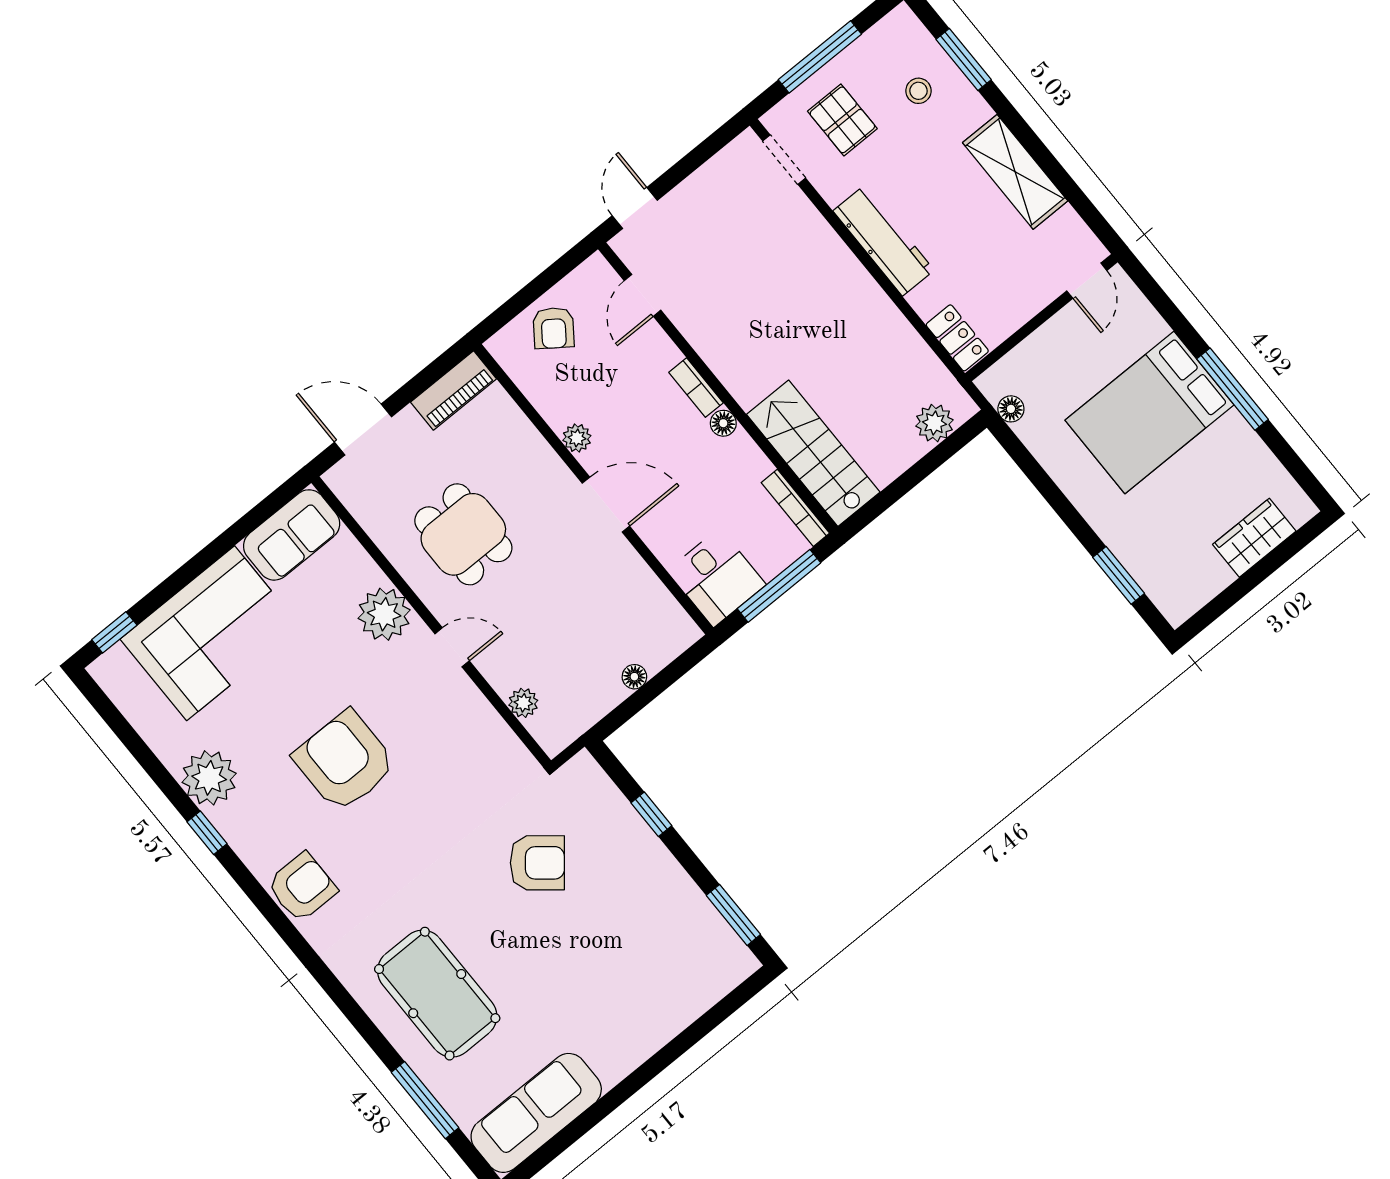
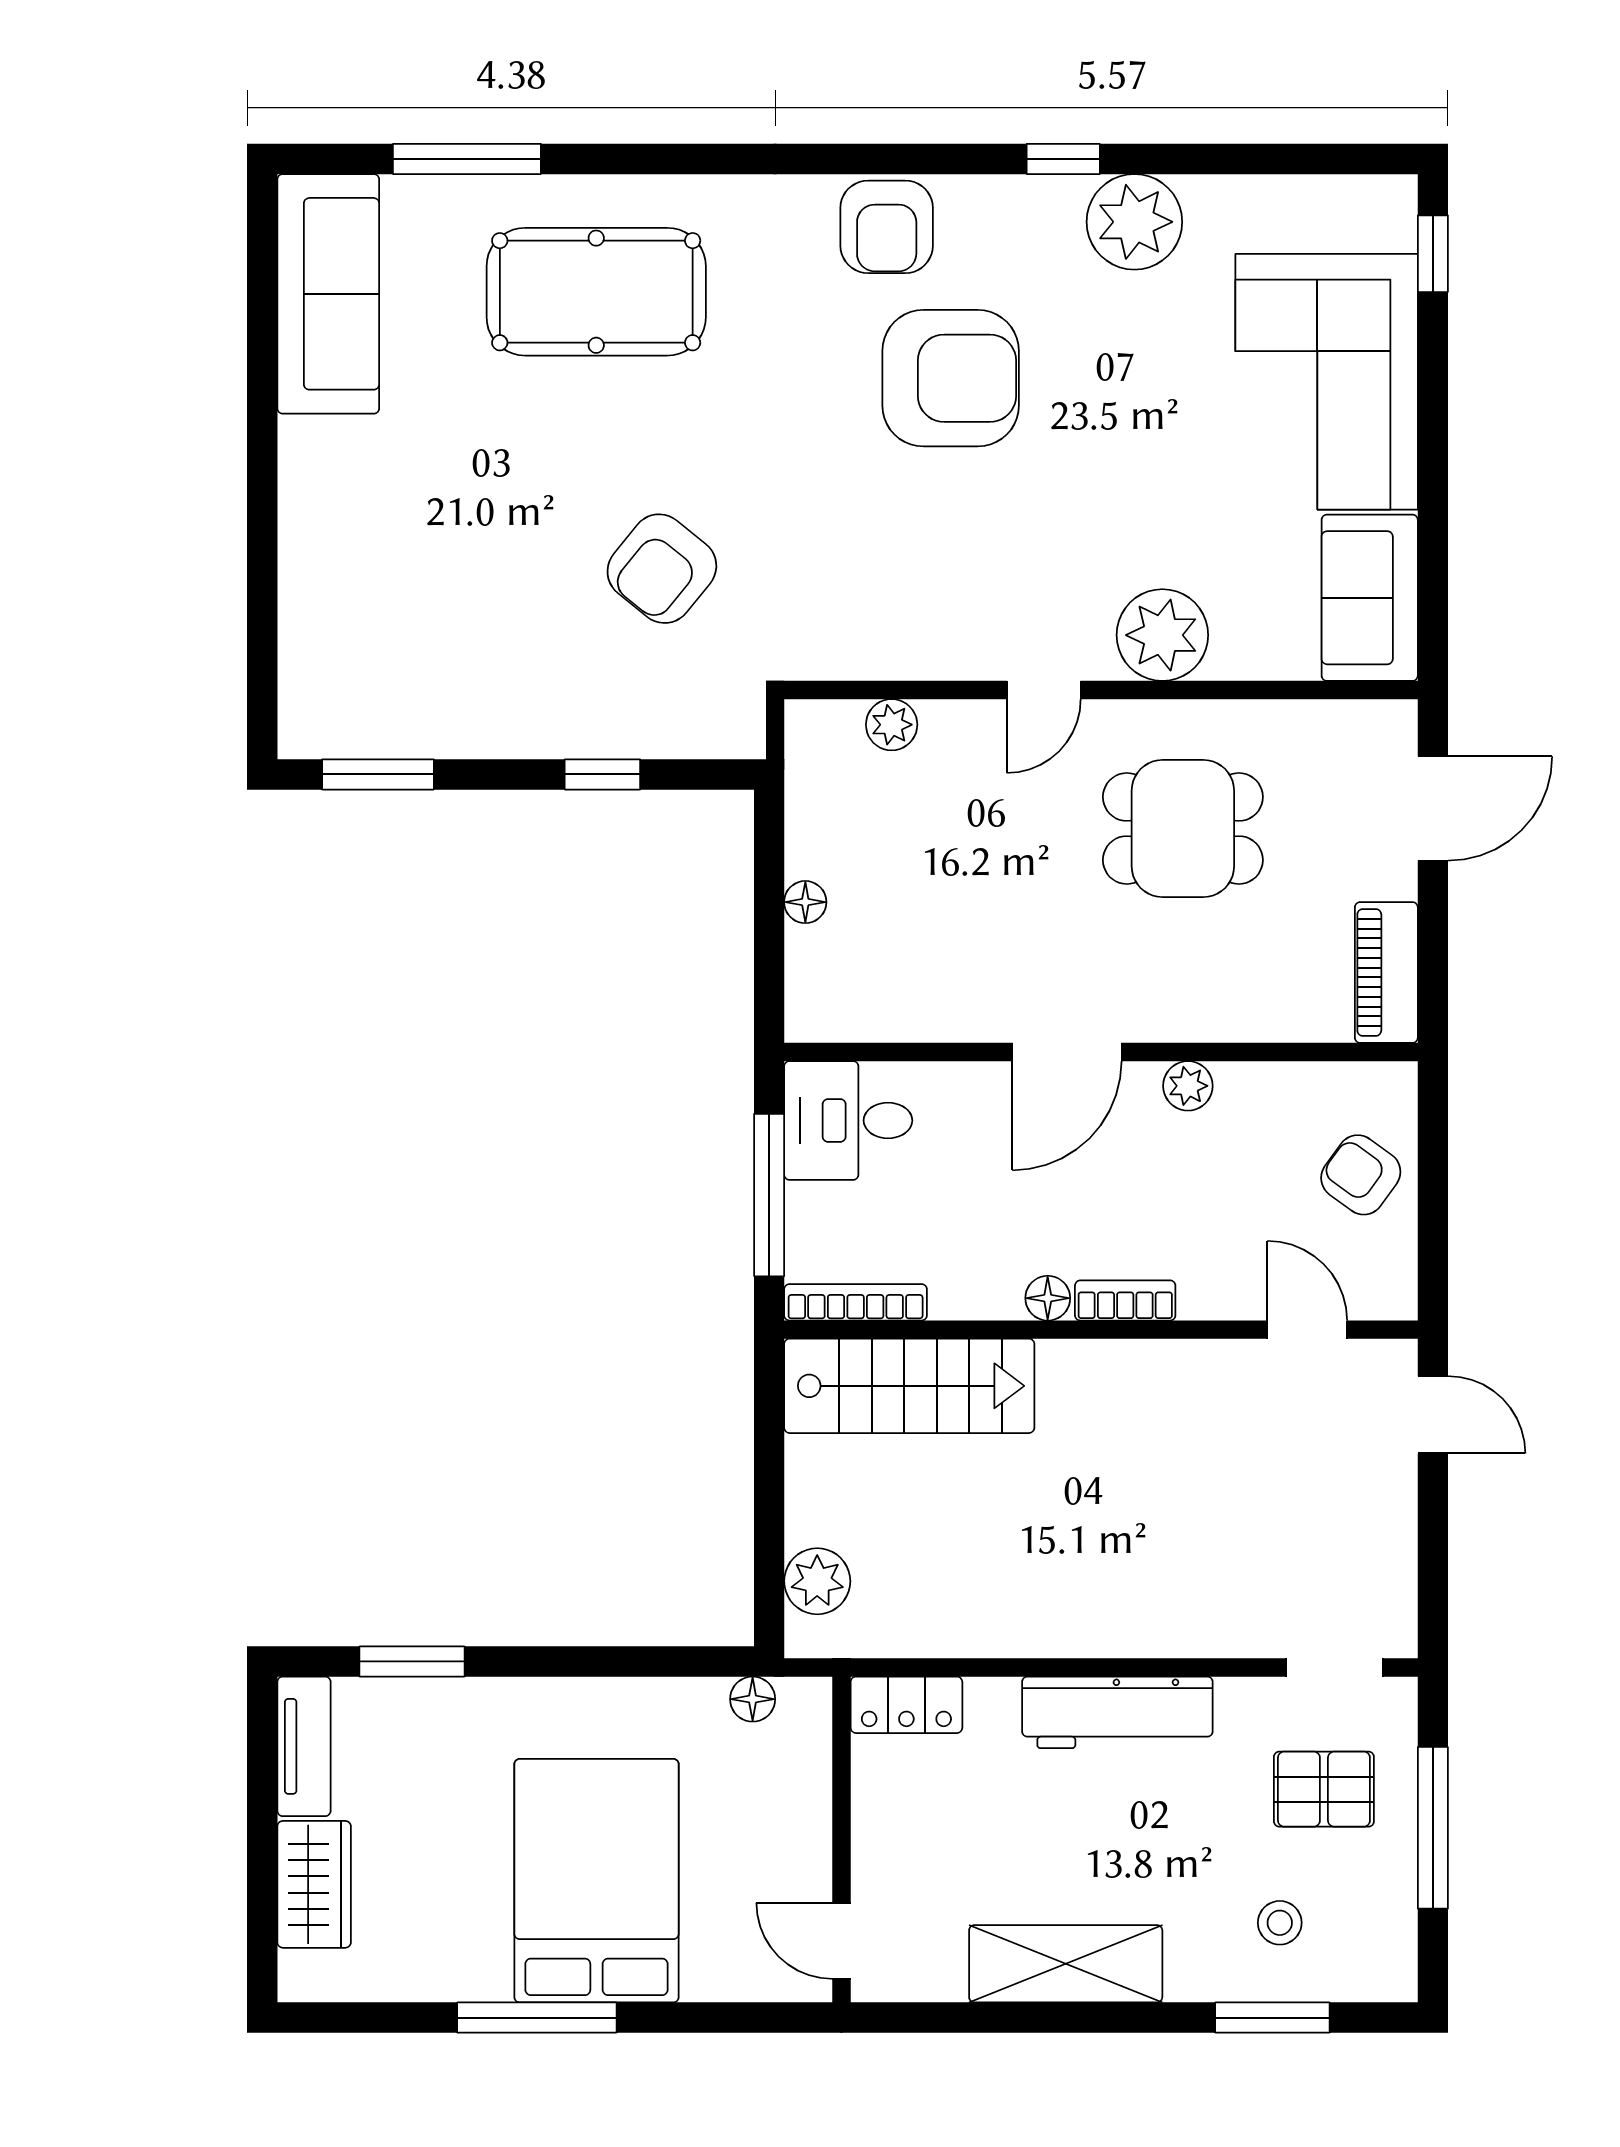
tv unit: (1196, 593) -> (304, 1746), added
armchair: (345, 761) -> (951, 378), moved

